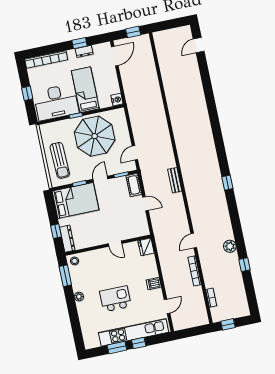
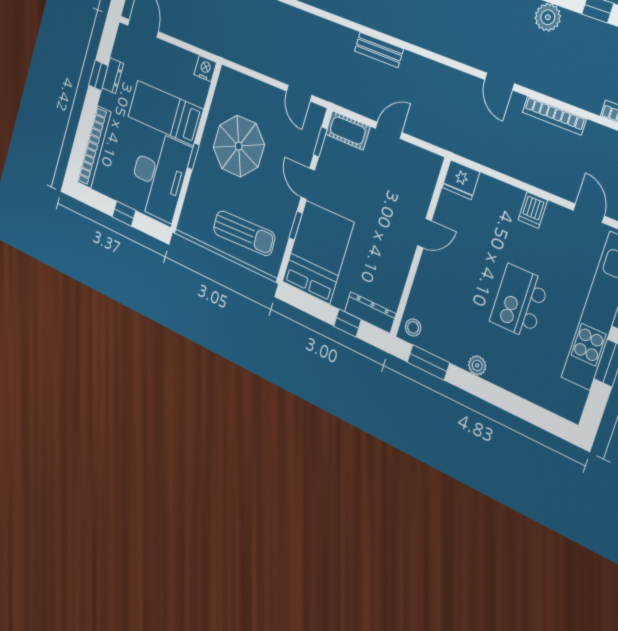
parasol: (95, 136) -> (239, 146), width x0.73, depth x0.73

